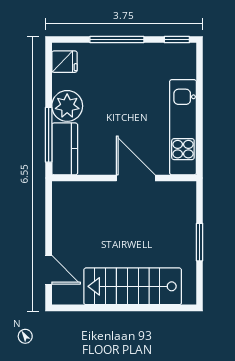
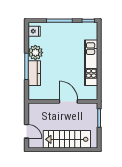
wall: (124, 178) -> (63, 101), moved
door: (136, 178) -> (68, 101), moved

